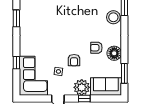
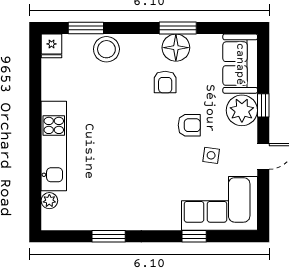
window: (124, 73) -> (178, 28), moved

